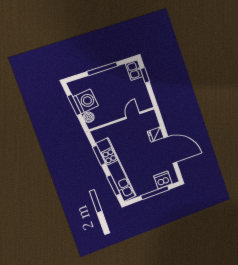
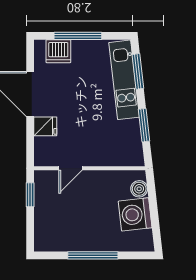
kitchen sink: (134, 70) -> (44, 237), removed
window: (145, 75) -> (30, 195), moved
window: (74, 105) -> (154, 215), removed
kitchen unit: (116, 170) -> (124, 80), width x0.73

